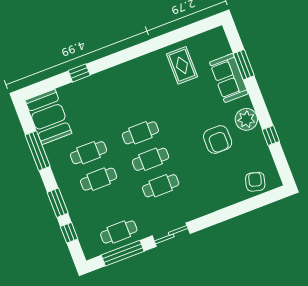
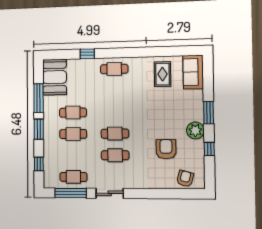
window: (244, 65) -> (209, 113), moved
sofa: (229, 78) -> (193, 72), moved
cafe table: (140, 133) -> (114, 69), moved
armchair: (218, 139) -> (166, 149), moved, turned 180
window: (58, 203) -> (39, 129), moved

